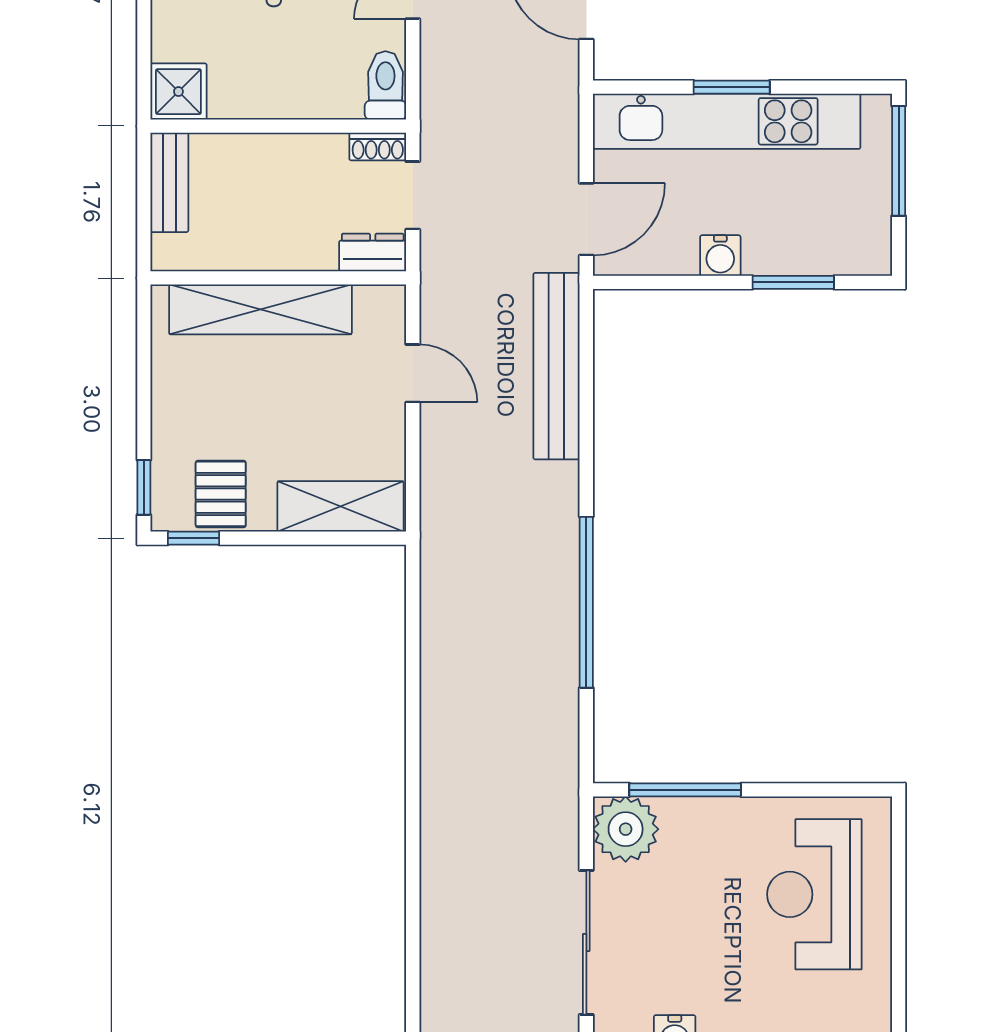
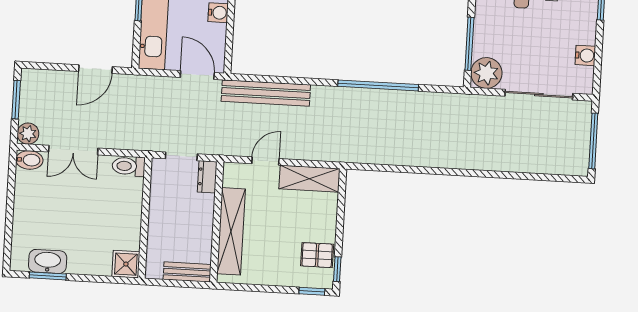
shoe rack: (378, 147) -> (157, 171), removed
bench: (169, 182) -> (187, 272), moved
shelving: (340, 506) -> (309, 179), moved, turned 90

